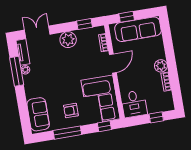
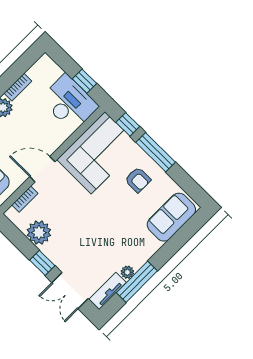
window: (85, 24) -> (42, 263), moved
plant: (68, 40) -> (39, 233), moved
desk: (134, 104) -> (69, 103), width x1.37
window: (156, 117) -> (84, 81), moved
window: (67, 133) -> (156, 152), moved

